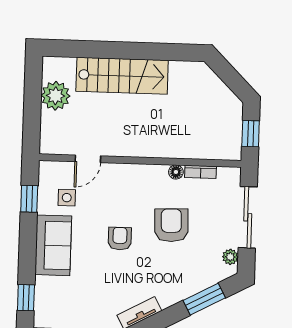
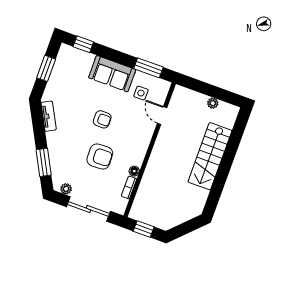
plant: (56, 96) -> (213, 103), width x0.53, depth x0.53
window: (29, 199) -> (148, 68), width x1.50

